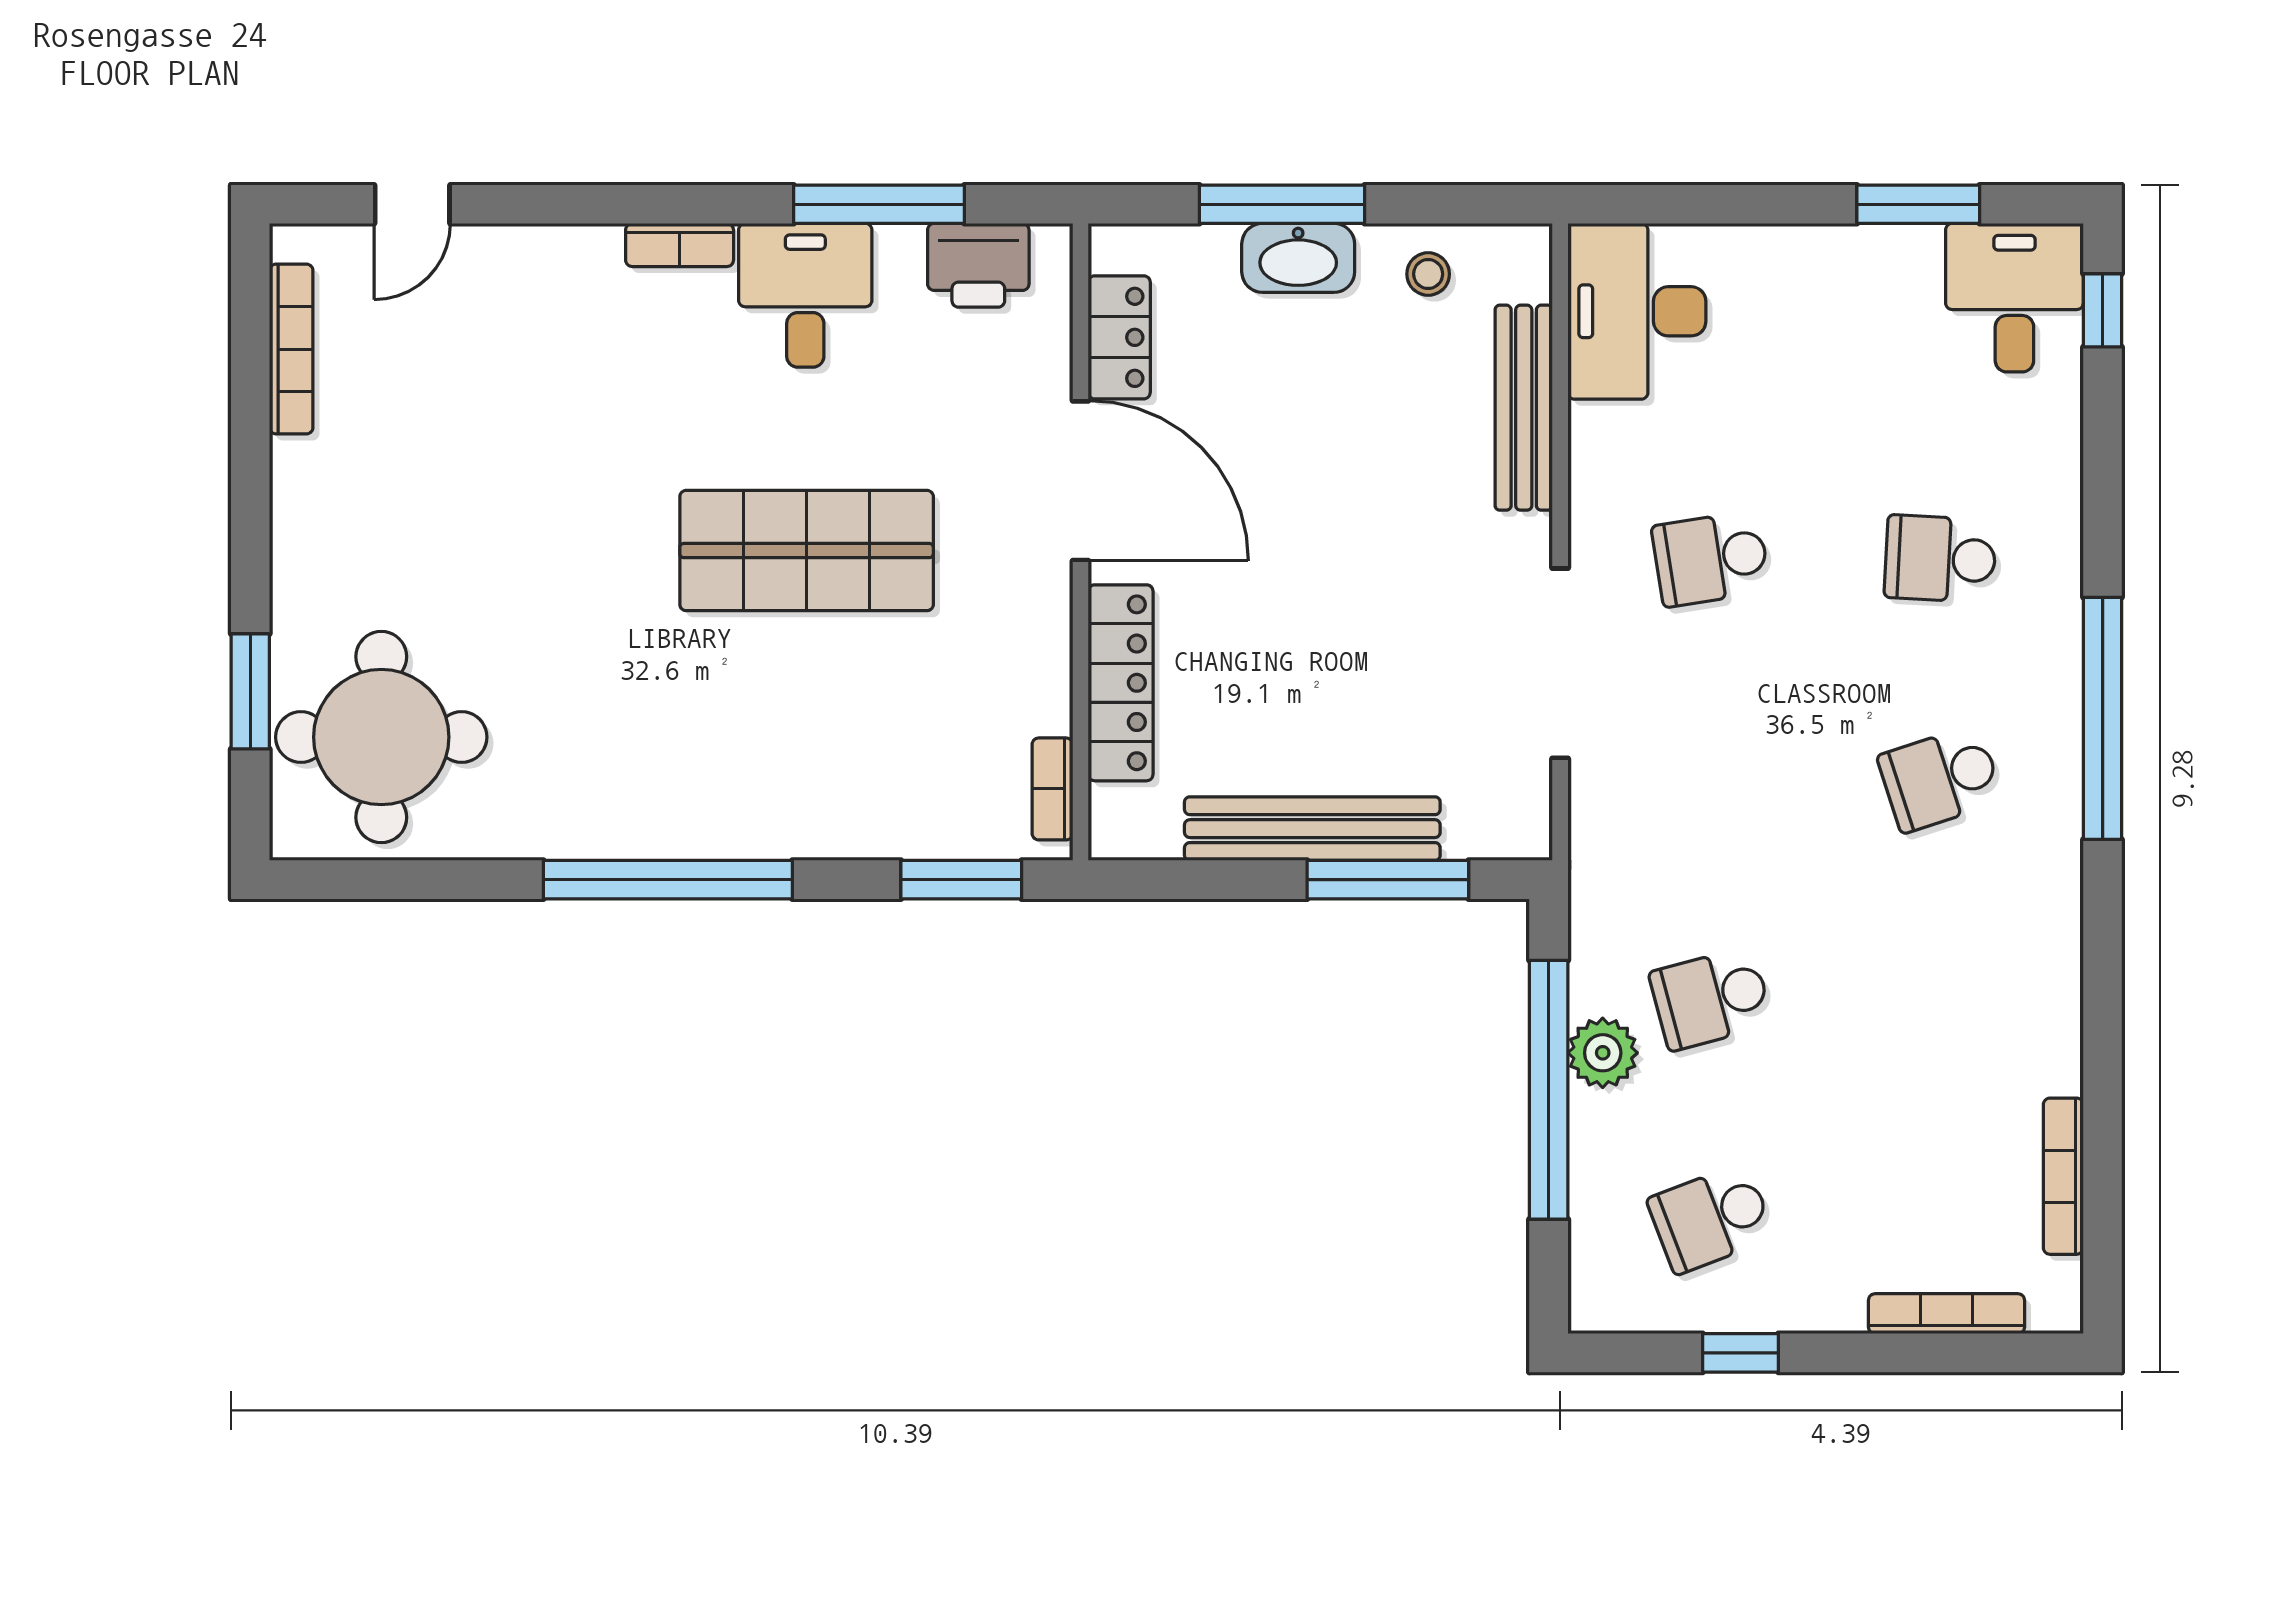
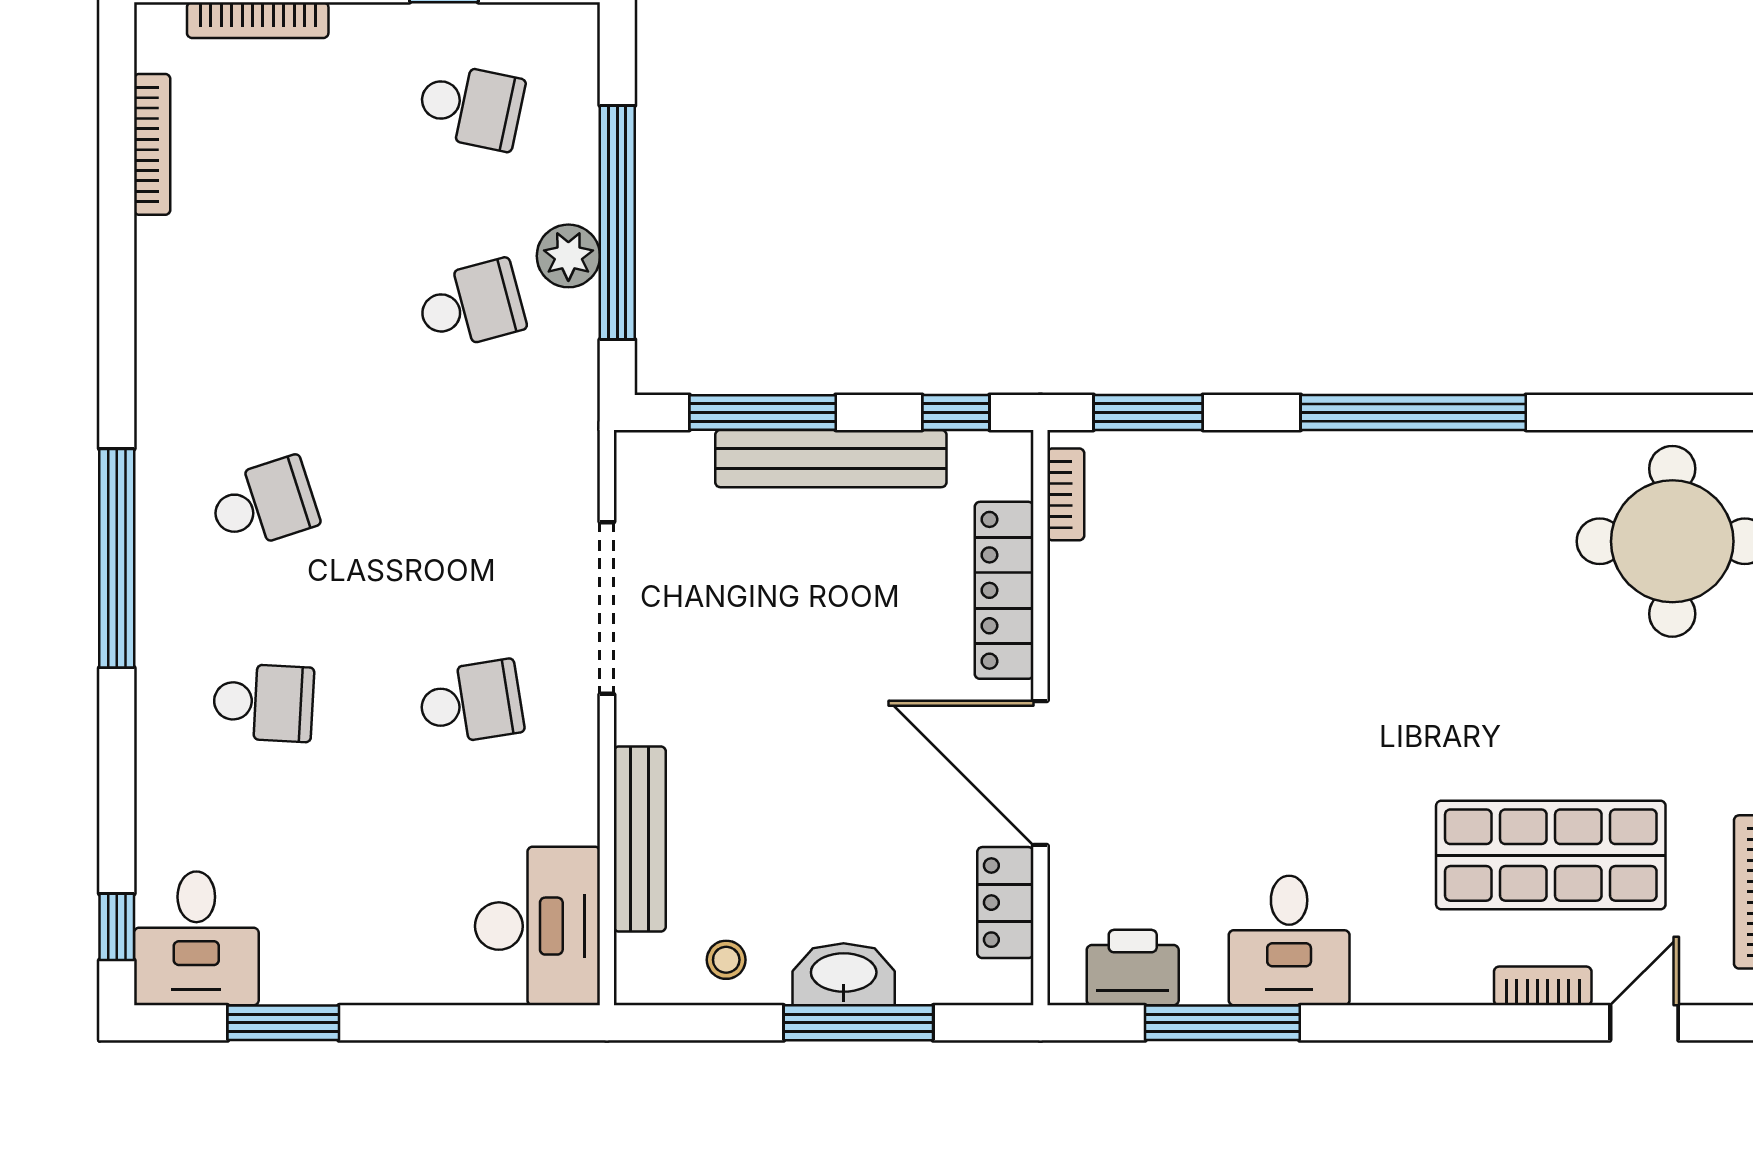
bookcase: (680, 245) -> (1543, 986), moved
shop shelf: (807, 551) -> (1551, 855), moved
window: (1174, 880) -> (956, 412), added
school desk: (1711, 1218) -> (471, 106), turned 33

